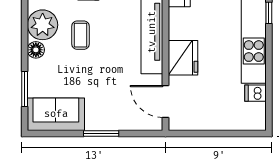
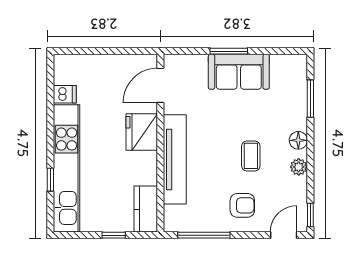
plant: (43, 25) -> (299, 167), width x0.53, depth x0.53
door: (166, 101) -> (160, 85), swing flipped
sofa: (56, 114) -> (239, 72), moved

